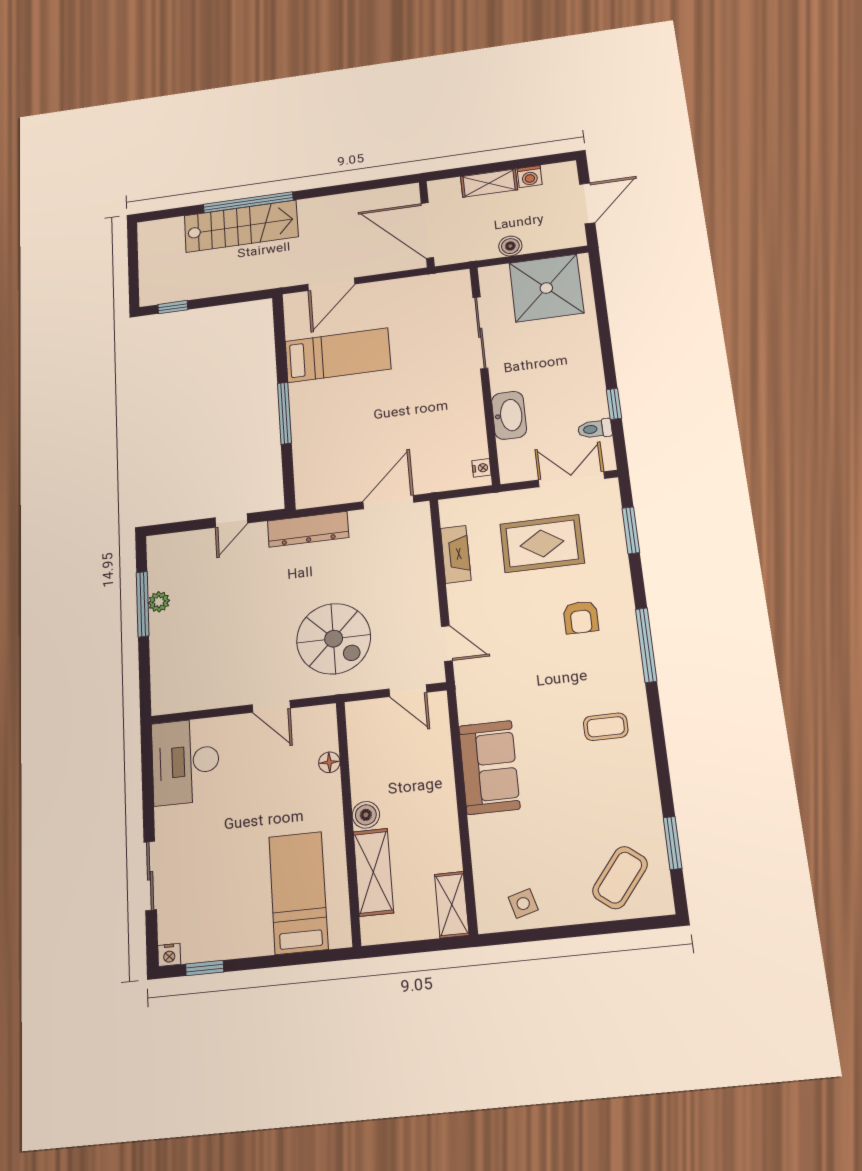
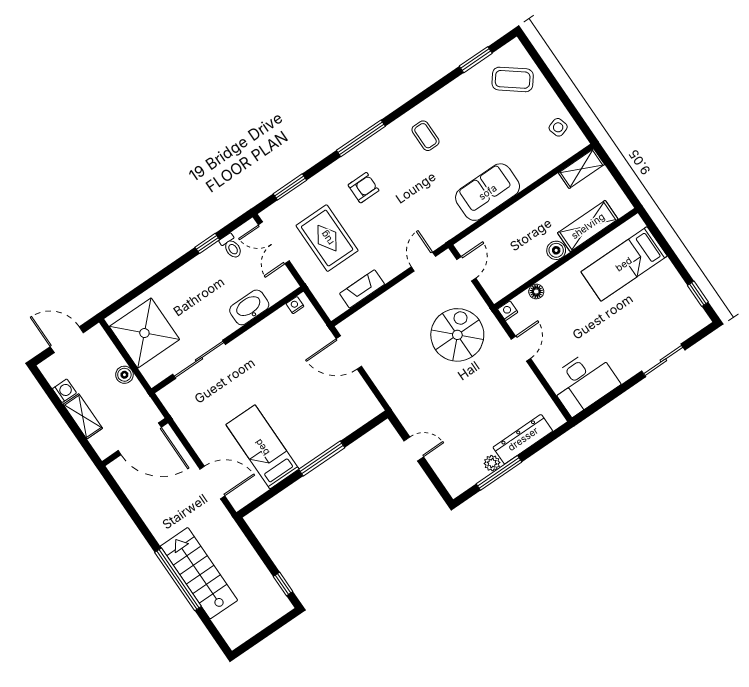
door: (427, 230) -> (140, 439), hinge flipped
dresser: (308, 529) -> (523, 439), moved, turned -90
nightstand: (169, 955) -> (508, 311), moved, turned -90

